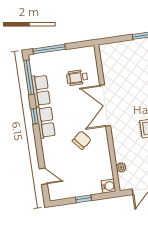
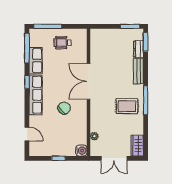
wheelchair: (77, 78) -> (63, 43), moved
row of seats: (46, 122) -> (36, 95), width x1.48

